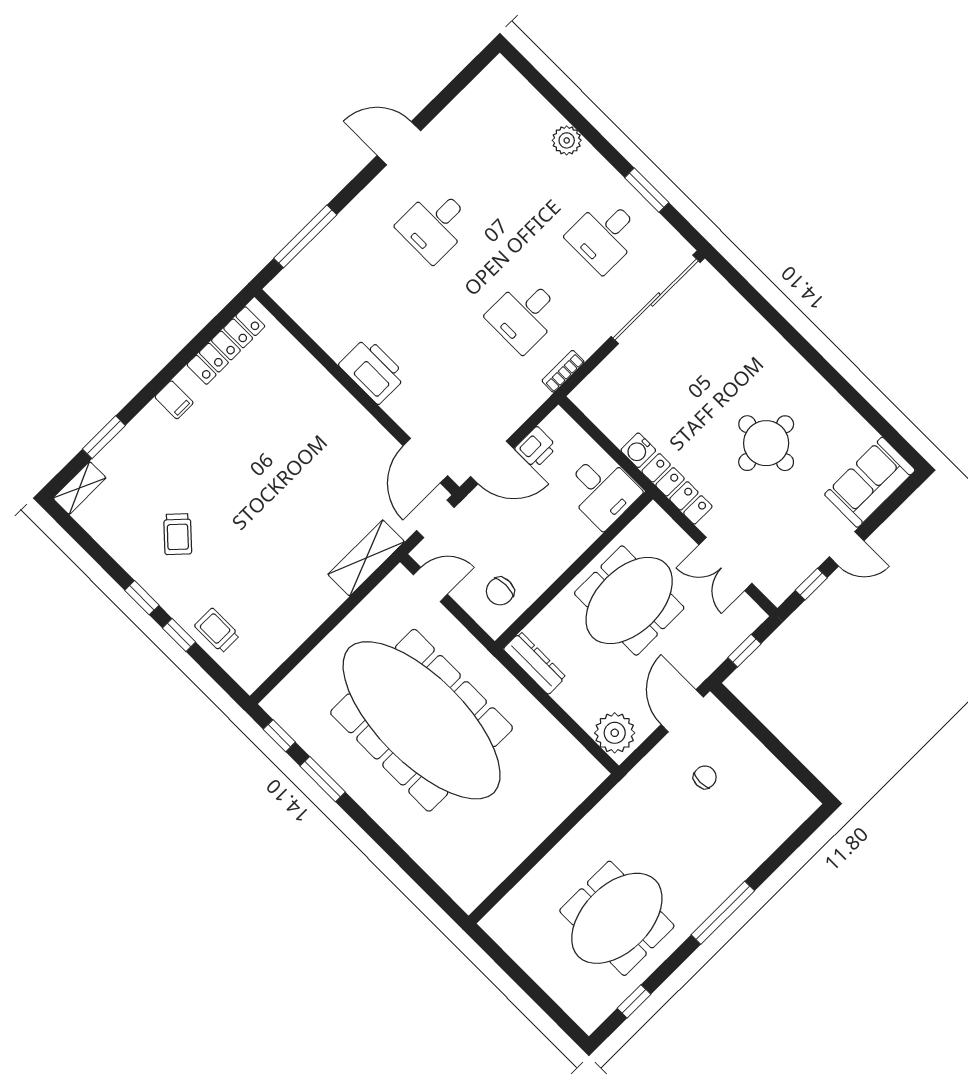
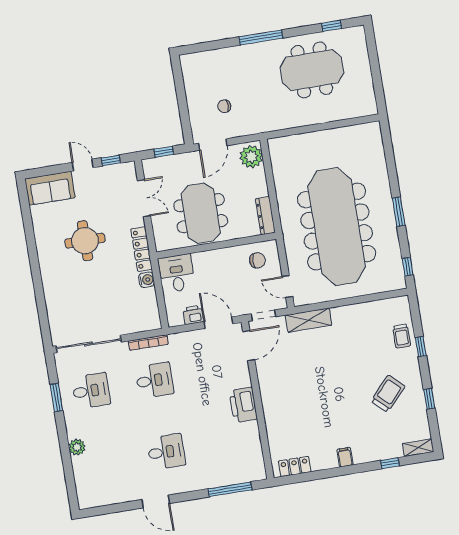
locker: (226, 345) -> (295, 467), width x0.66
bookcase: (563, 371) -> (148, 342), width x1.56
window: (104, 437) -> (390, 463), width x0.67
trolley: (178, 534) -> (388, 394), width x1.36, depth x1.39
window: (142, 598) -> (429, 399), moved
meeting table: (629, 601) -> (201, 213), turned 90
window: (323, 779) -> (399, 212), moved

